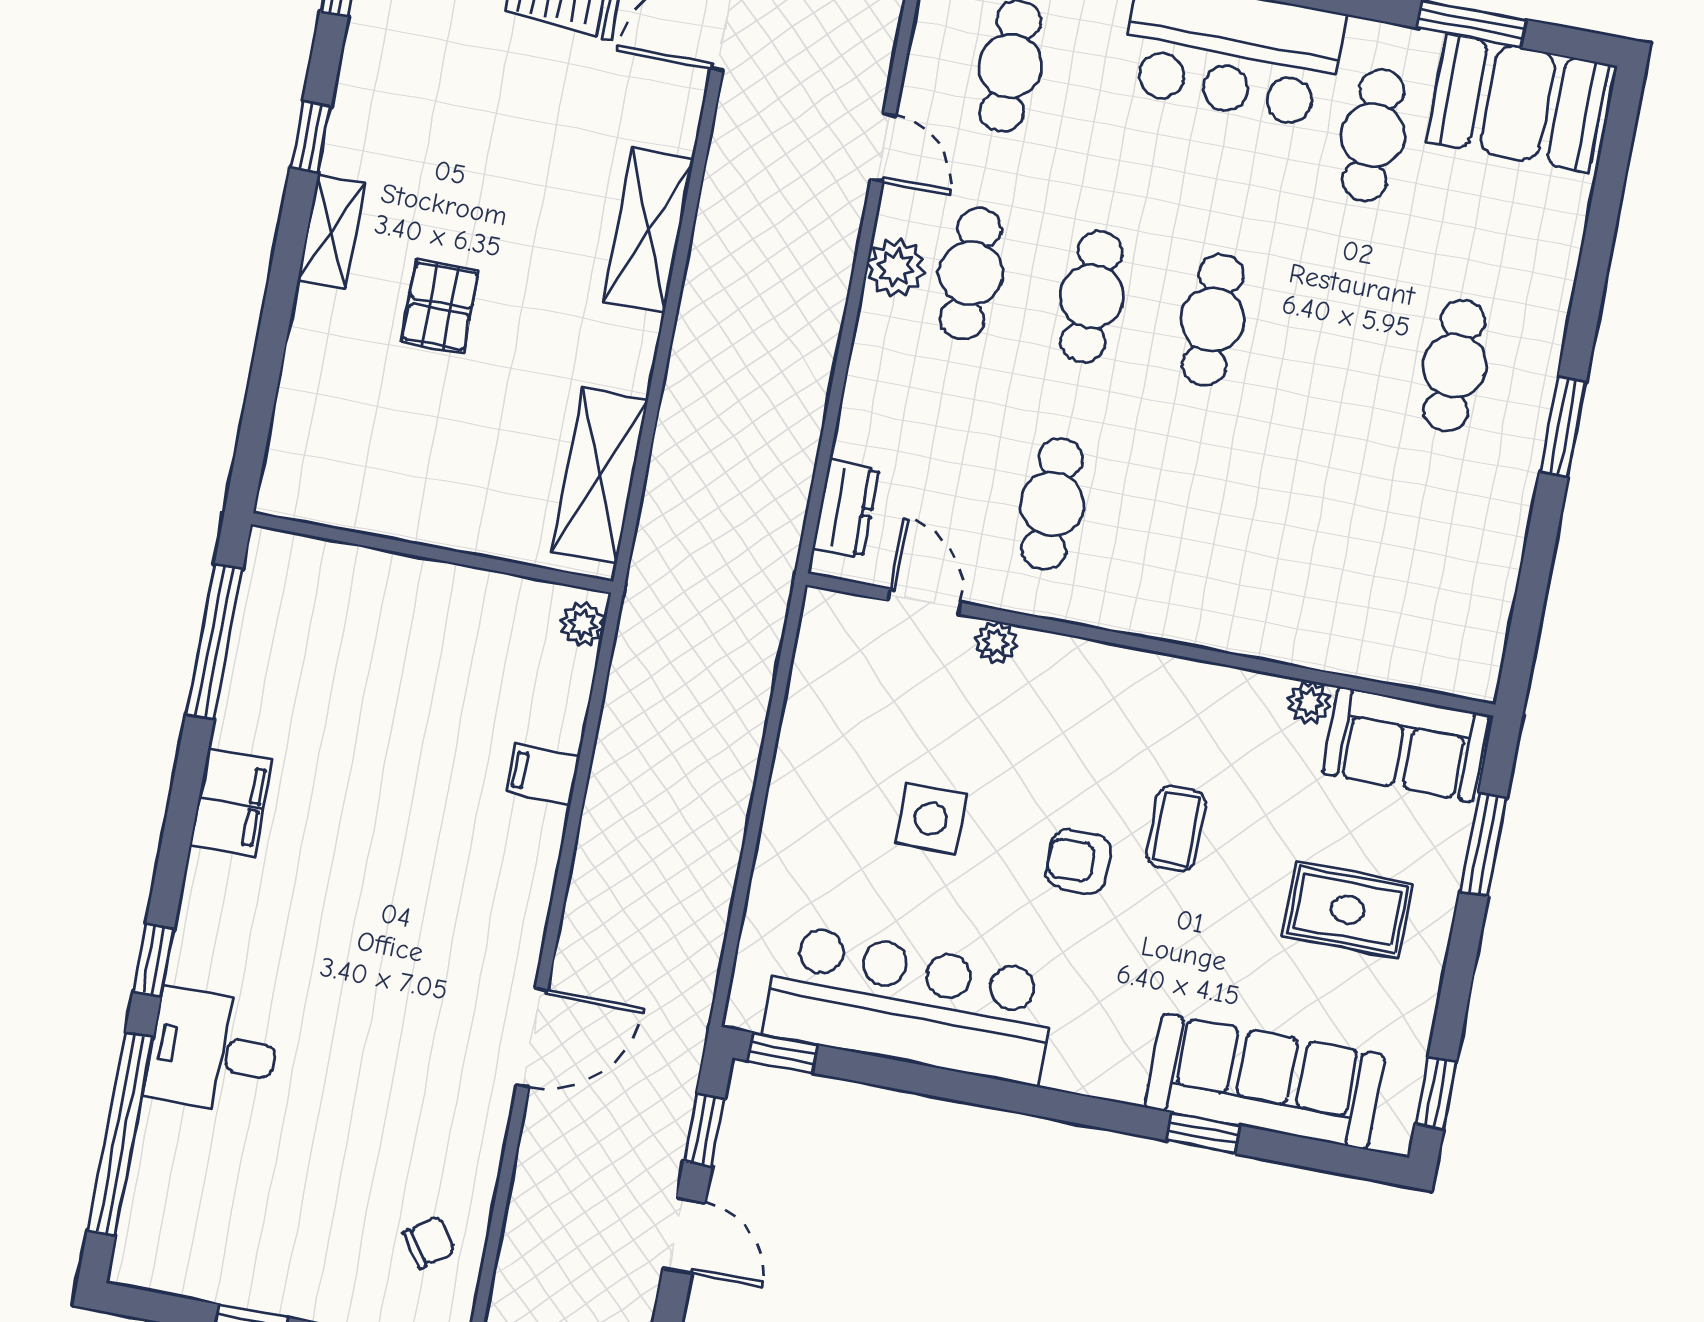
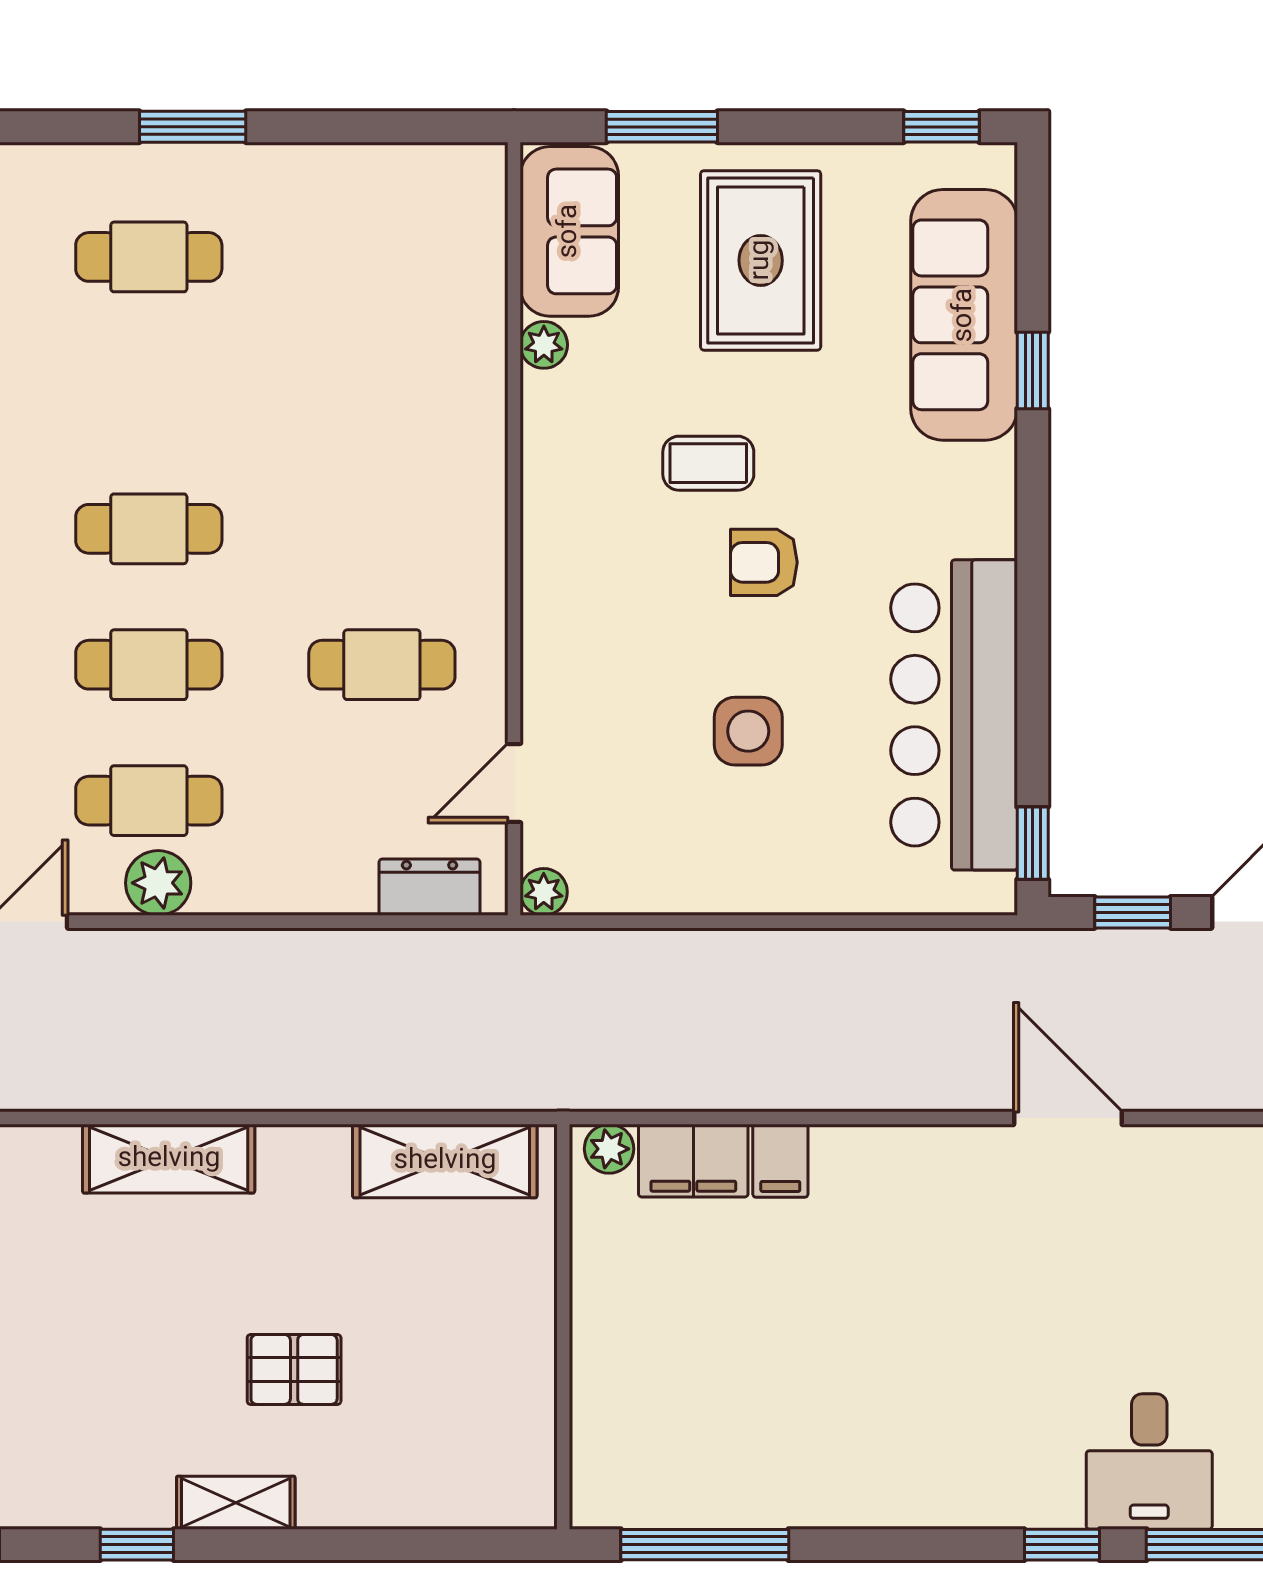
plant: (996, 642) -> (544, 892), moved
filing cabinet: (231, 803) -> (693, 1161), moved, turned 180
armchair: (1078, 861) -> (764, 562), turned 90
rug: (1348, 910) -> (761, 260), width x1.36, depth x1.43

